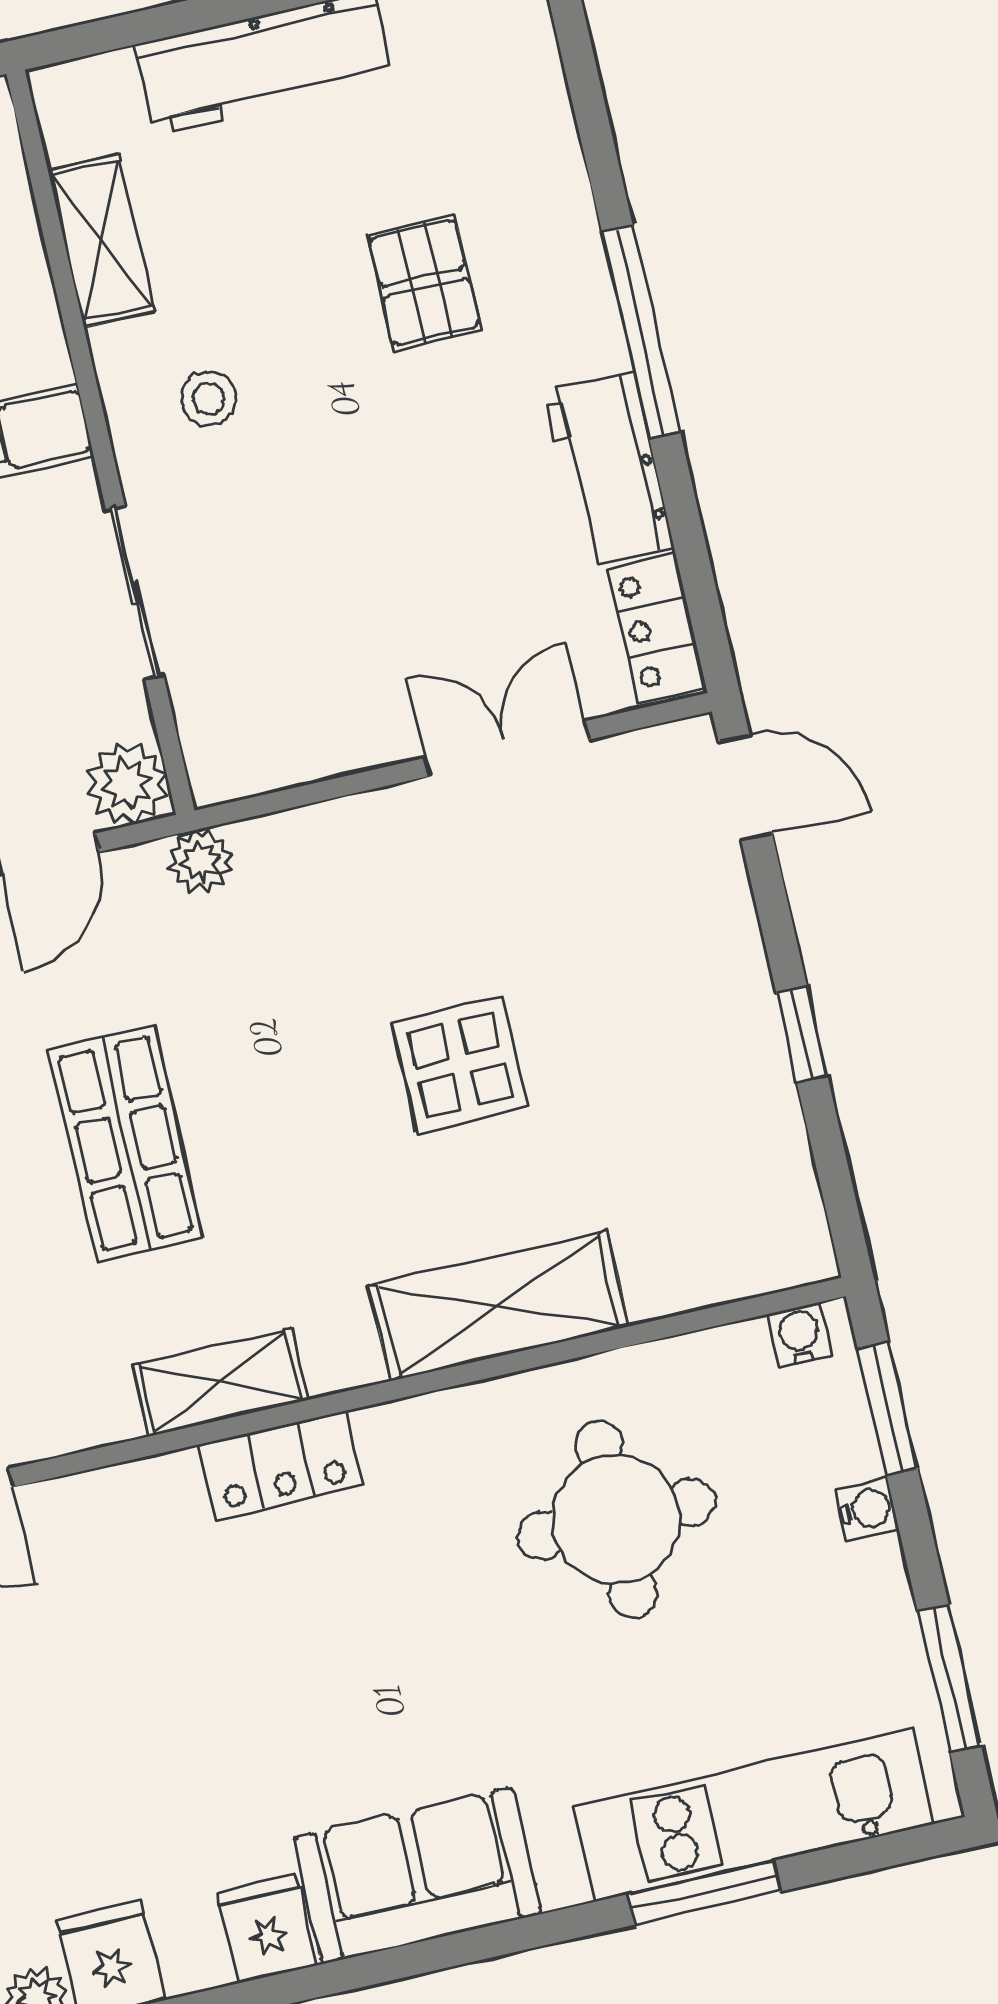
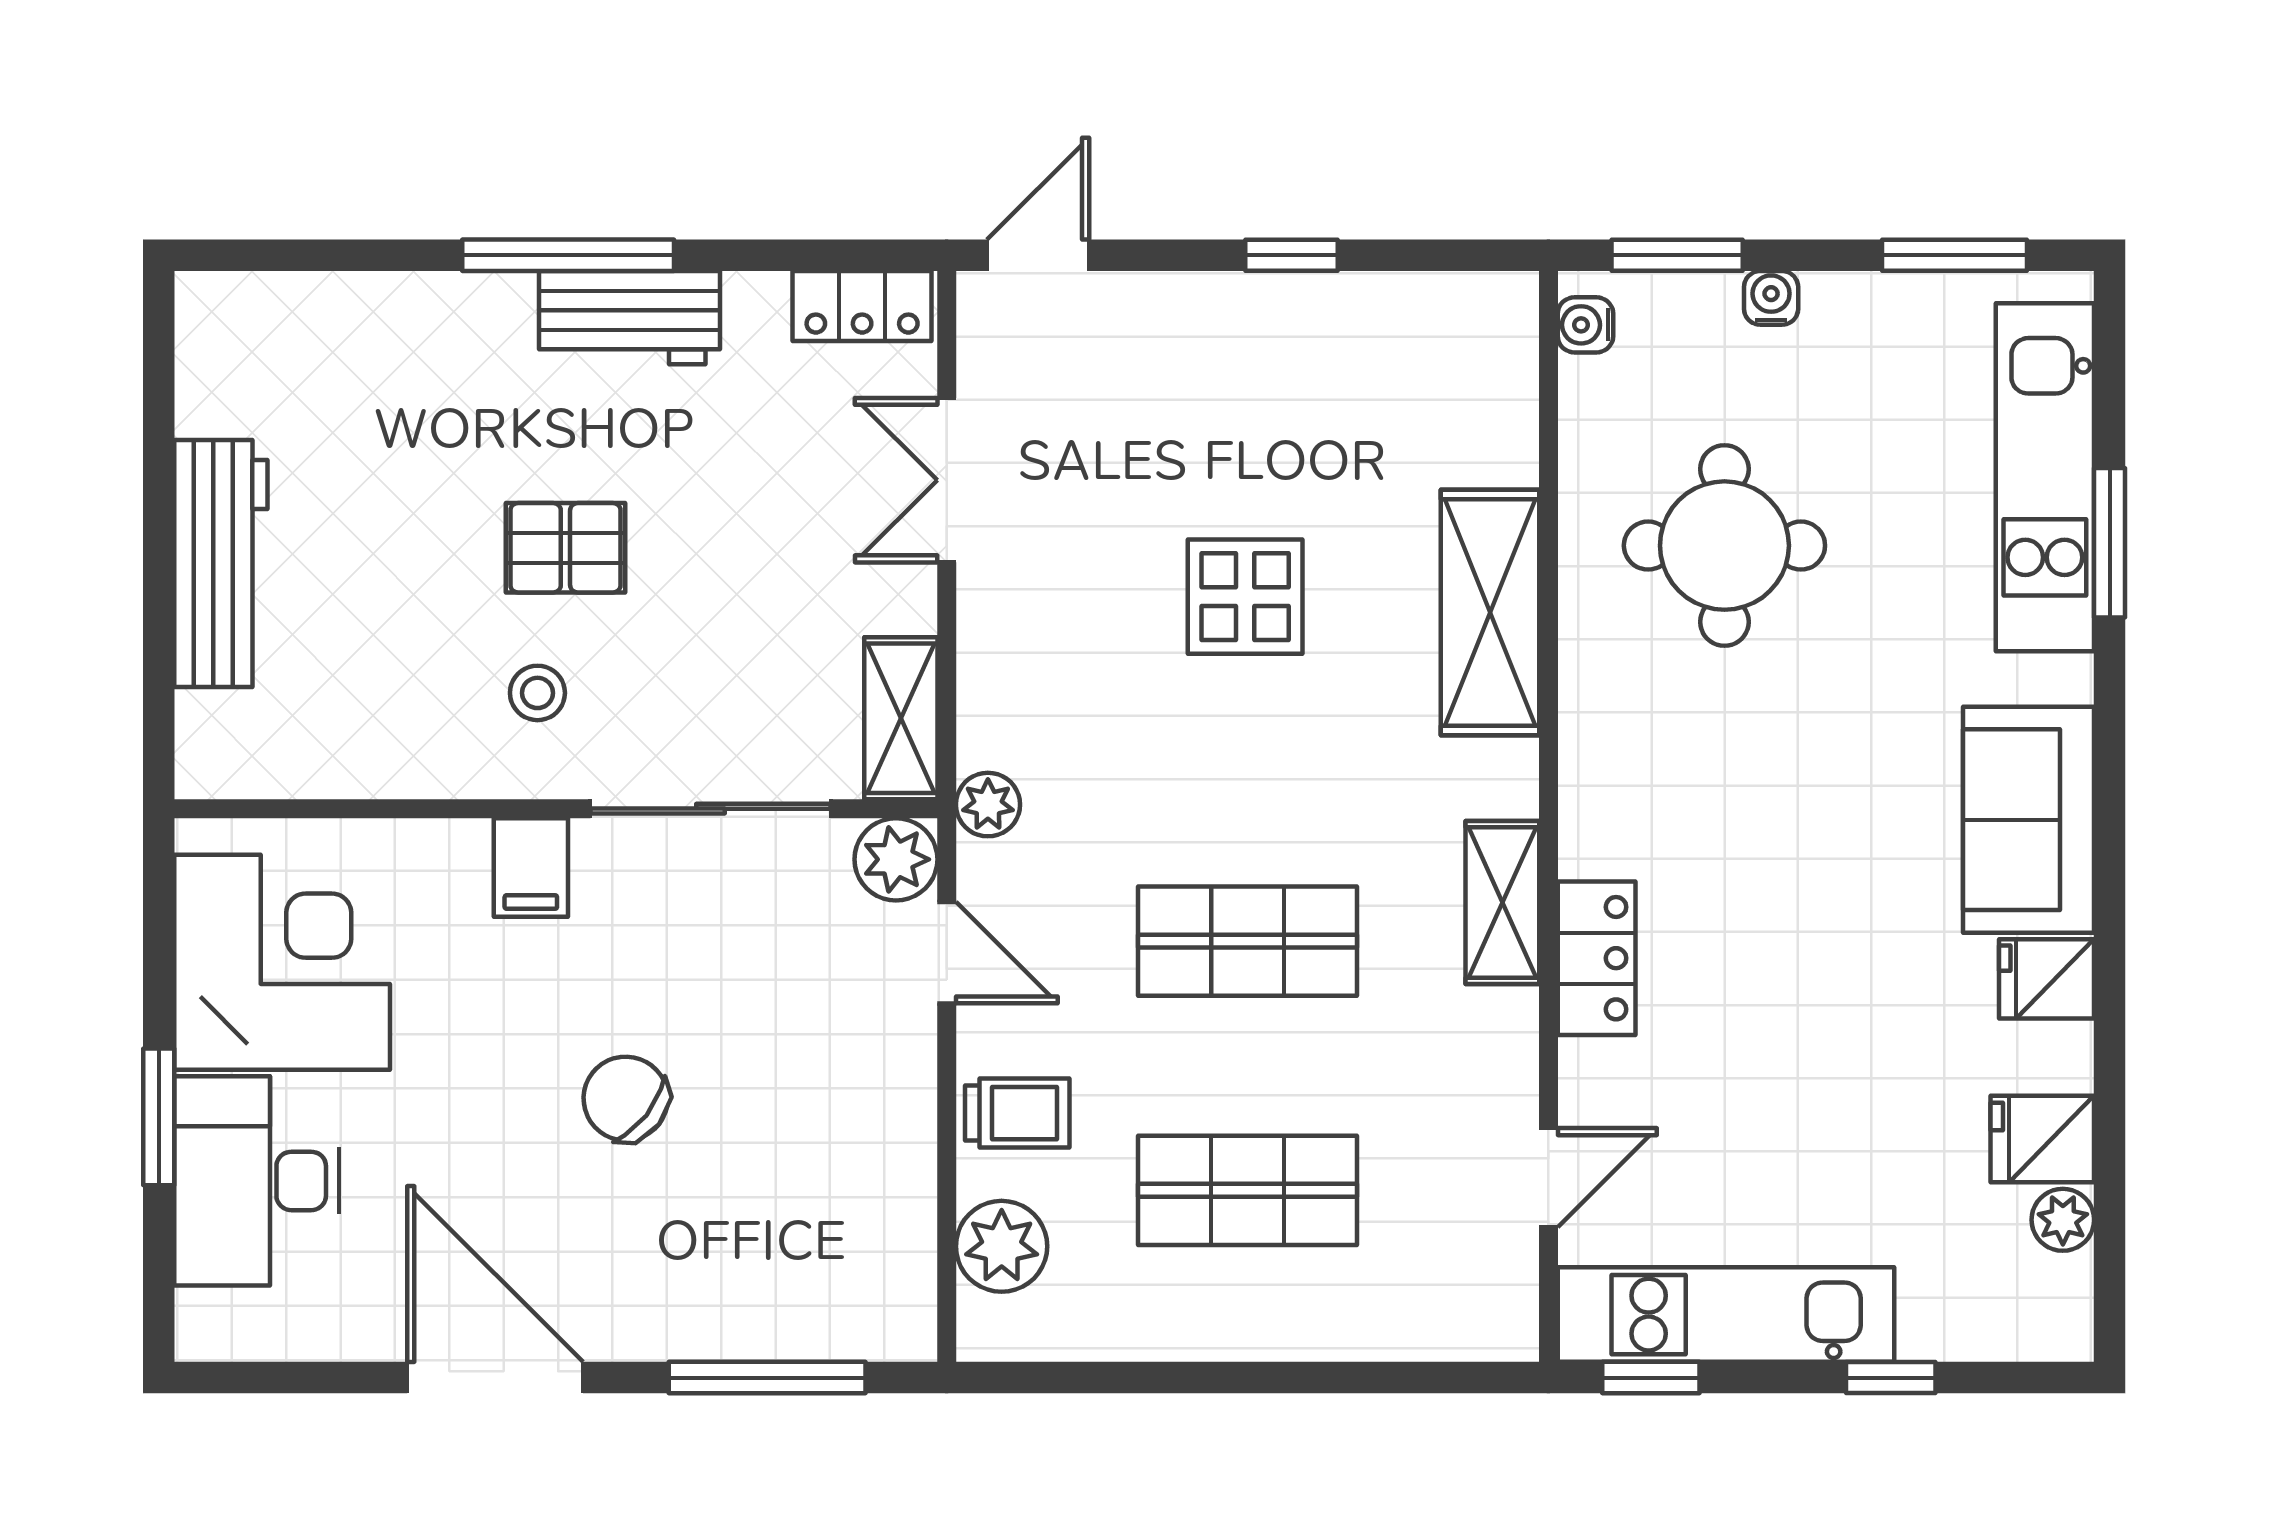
shelving: (101, 241) -> (901, 718), moved, turned 90
pallet: (424, 282) -> (565, 548), moved
workbench: (609, 469) -> (629, 318), moved
sliding door: (135, 593) -> (711, 809), width x1.37
locker: (281, 1465) -> (1597, 958), moved

